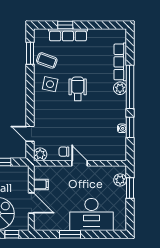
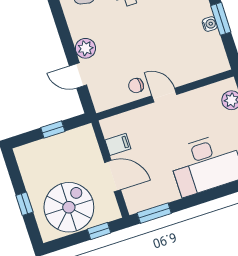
plant: (40, 154) -> (85, 48), moved
window: (70, 234) -> (154, 213), moved

